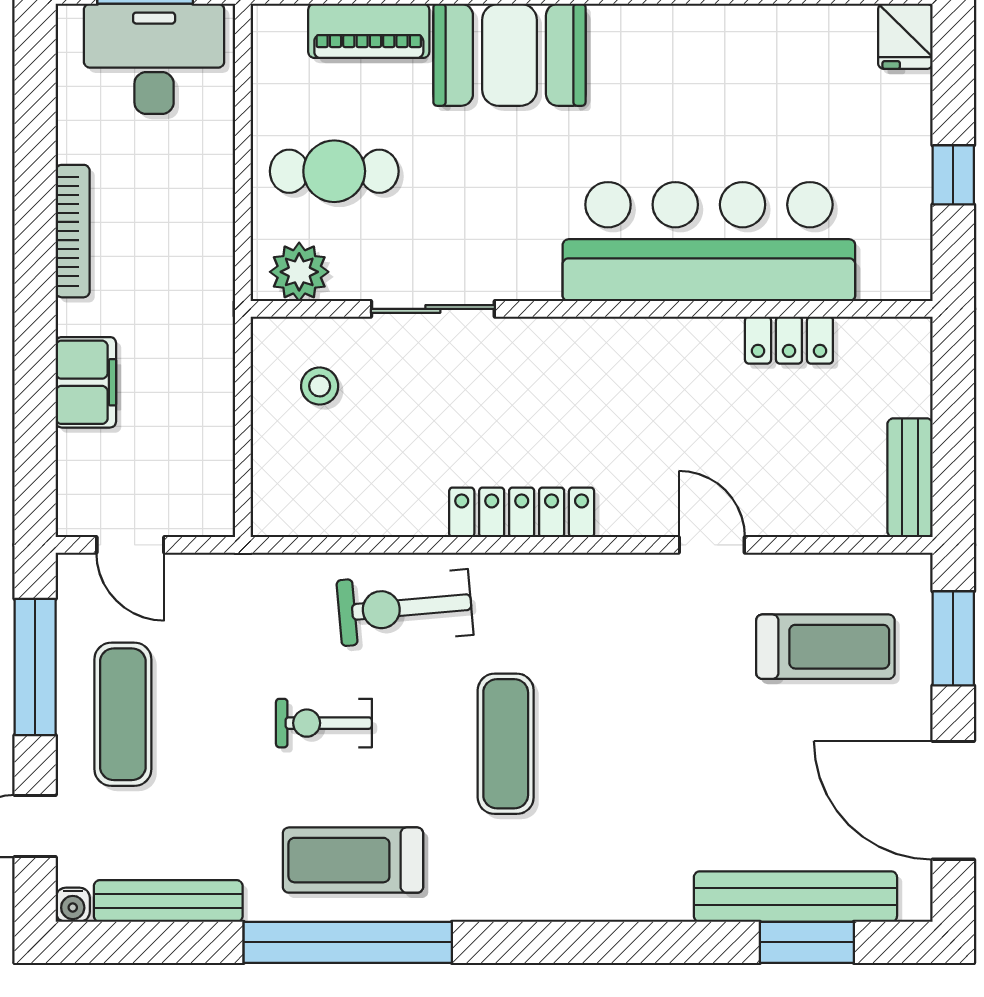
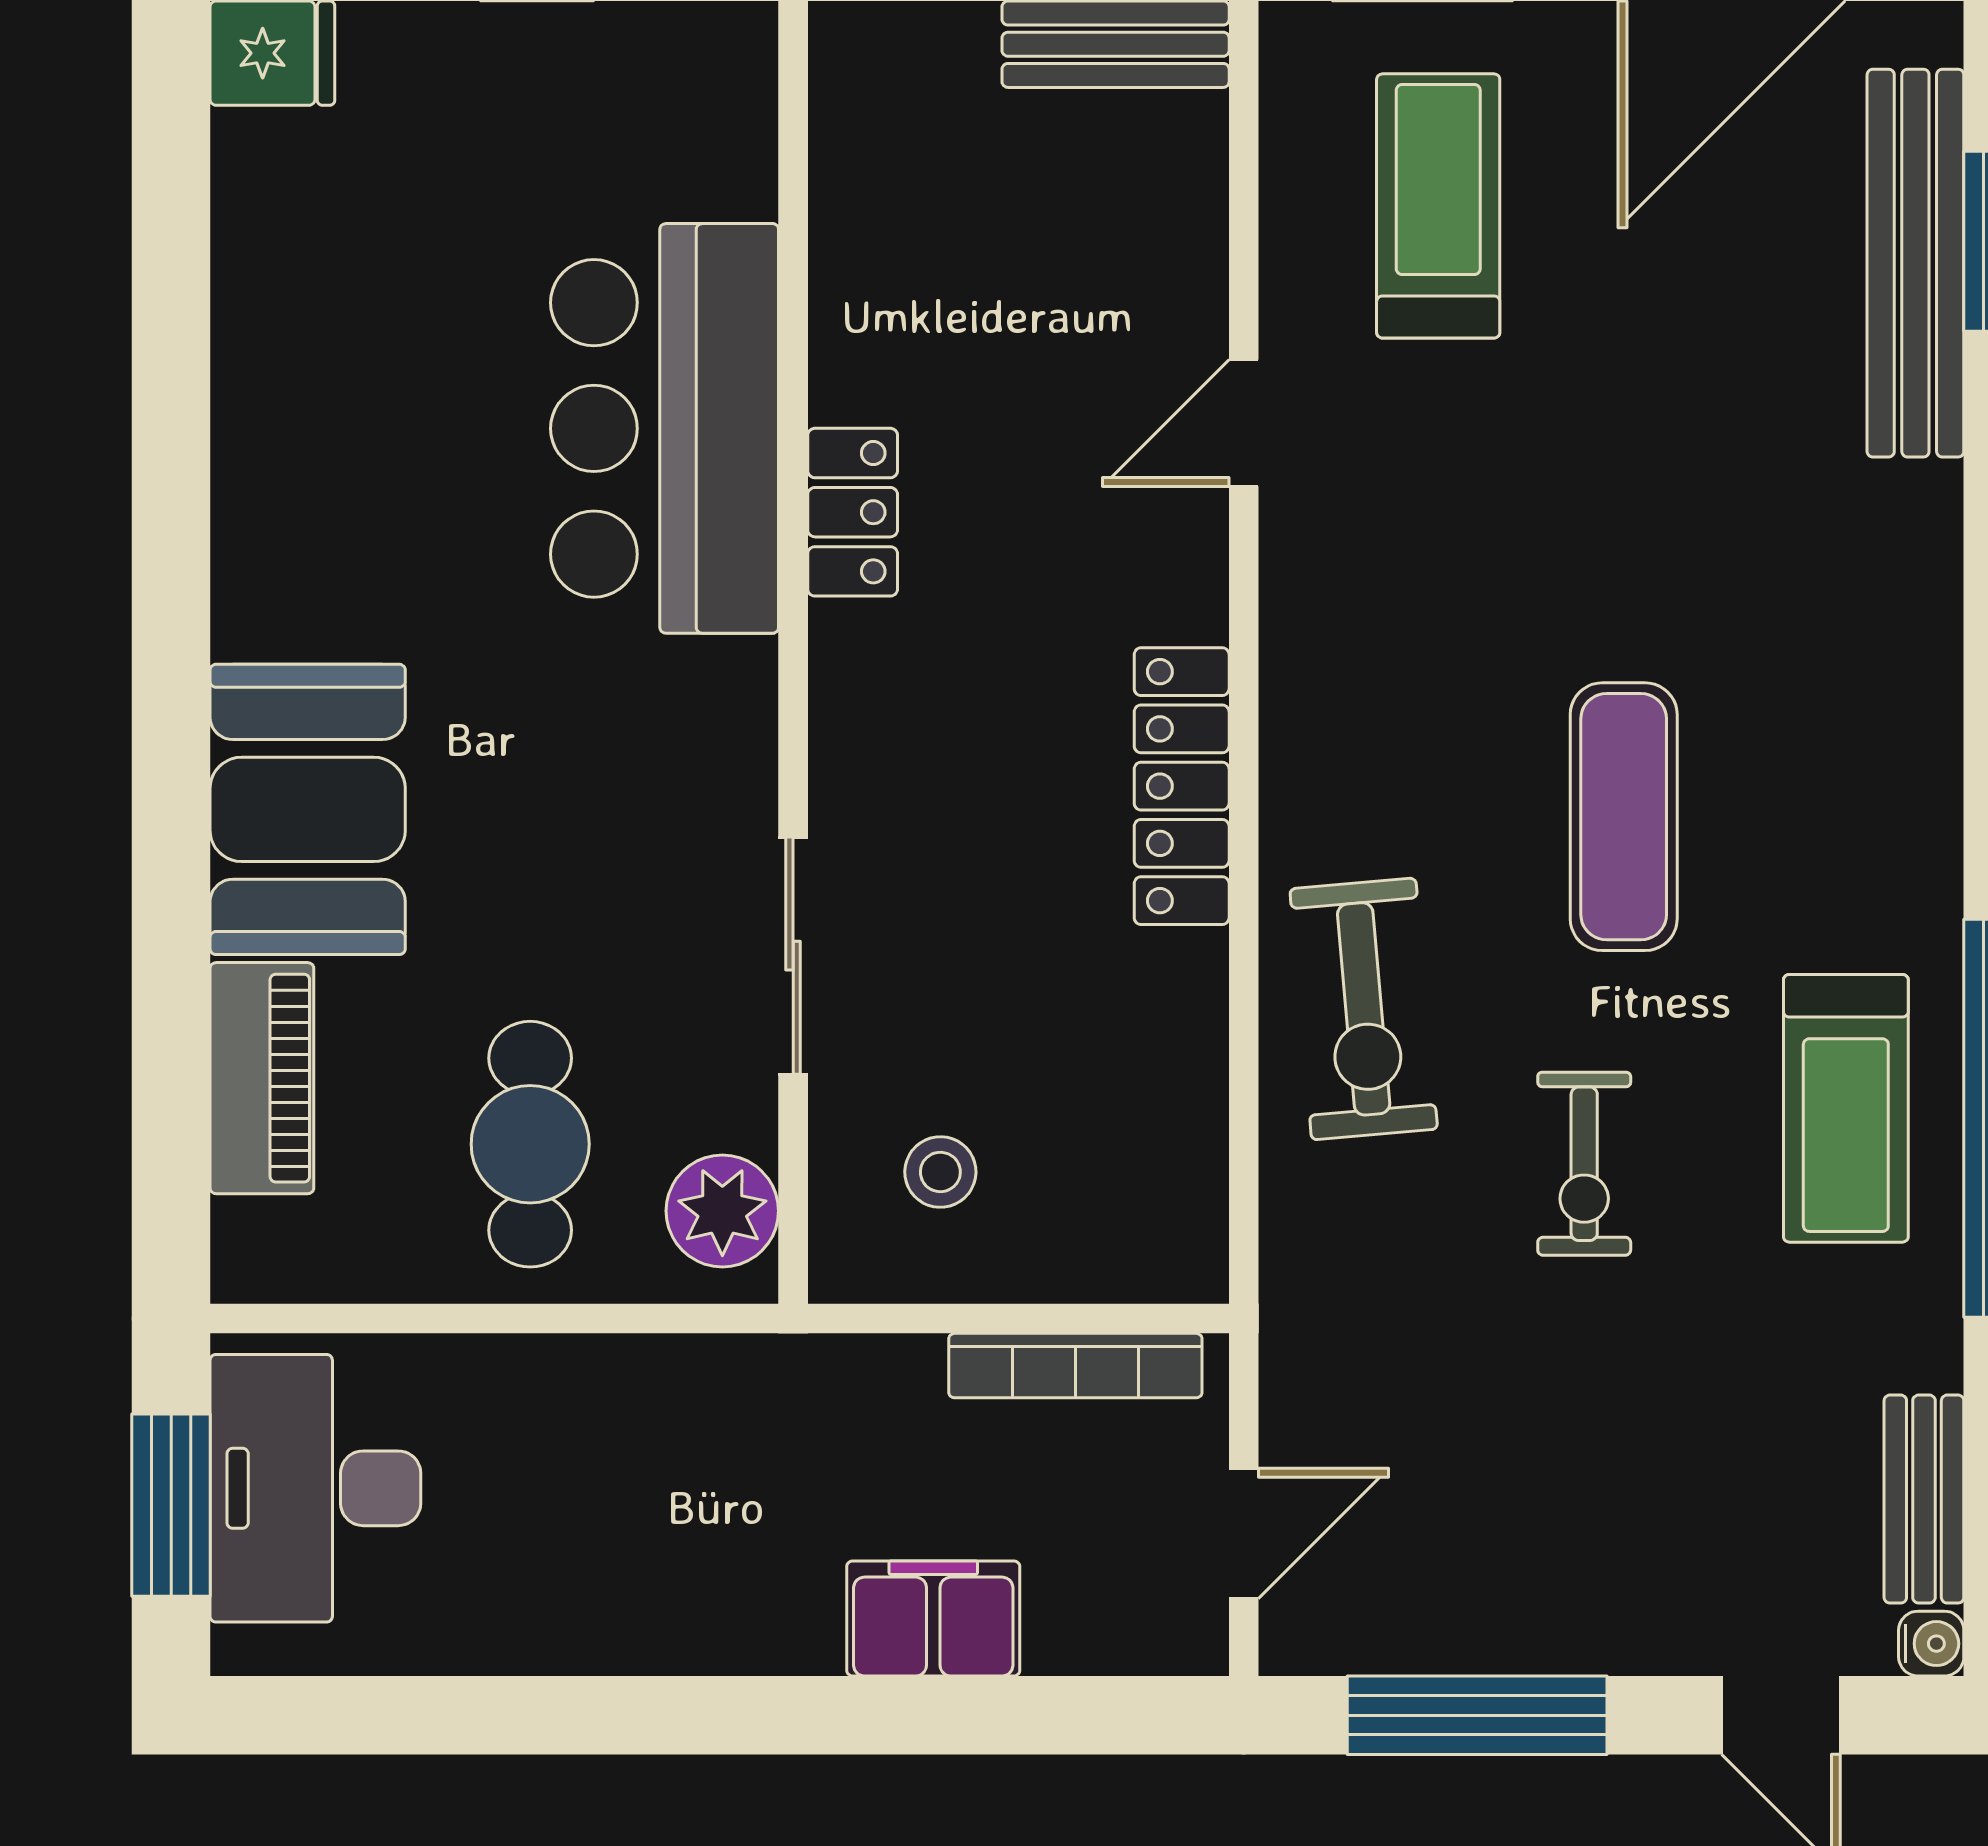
bookcase: (73, 231) -> (1075, 1366), moved, turned 180
bar counter: (709, 242) -> (665, 428), width x0.73
locker: (789, 340) -> (853, 512), moved
exercise mat: (123, 714) -> (1567, 1548), removed
exercise mat: (506, 744) -> (1624, 817), turned 90
bench: (168, 901) -> (1924, 1499), width x0.73

